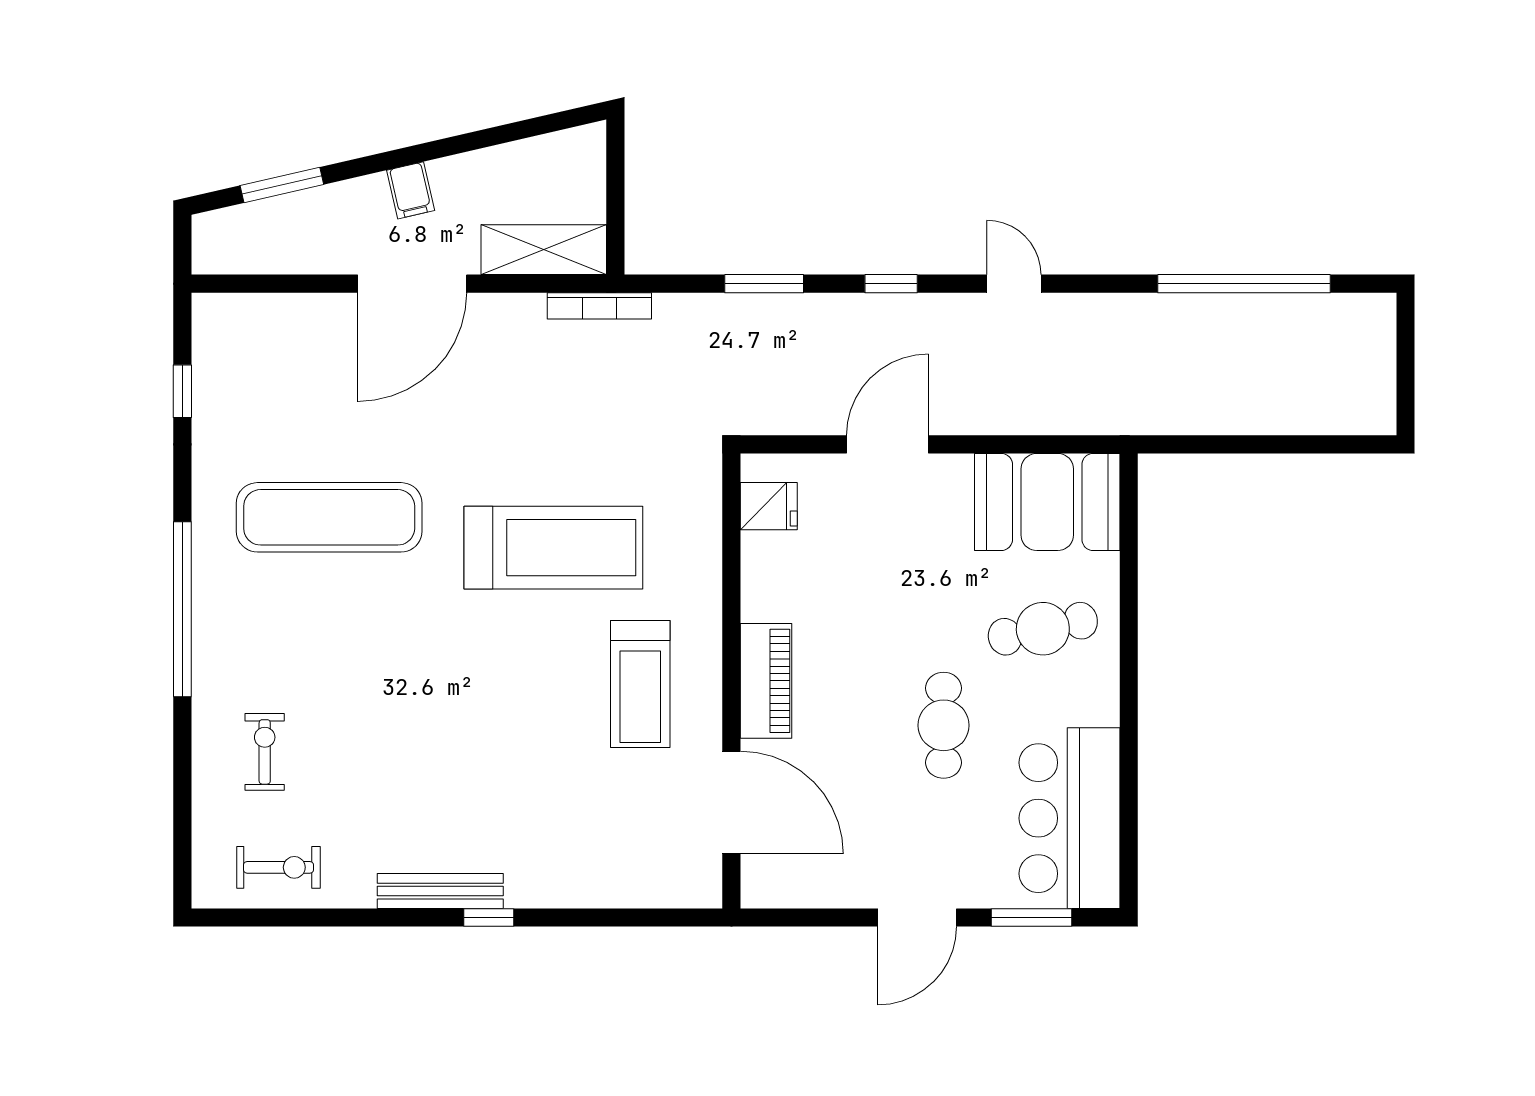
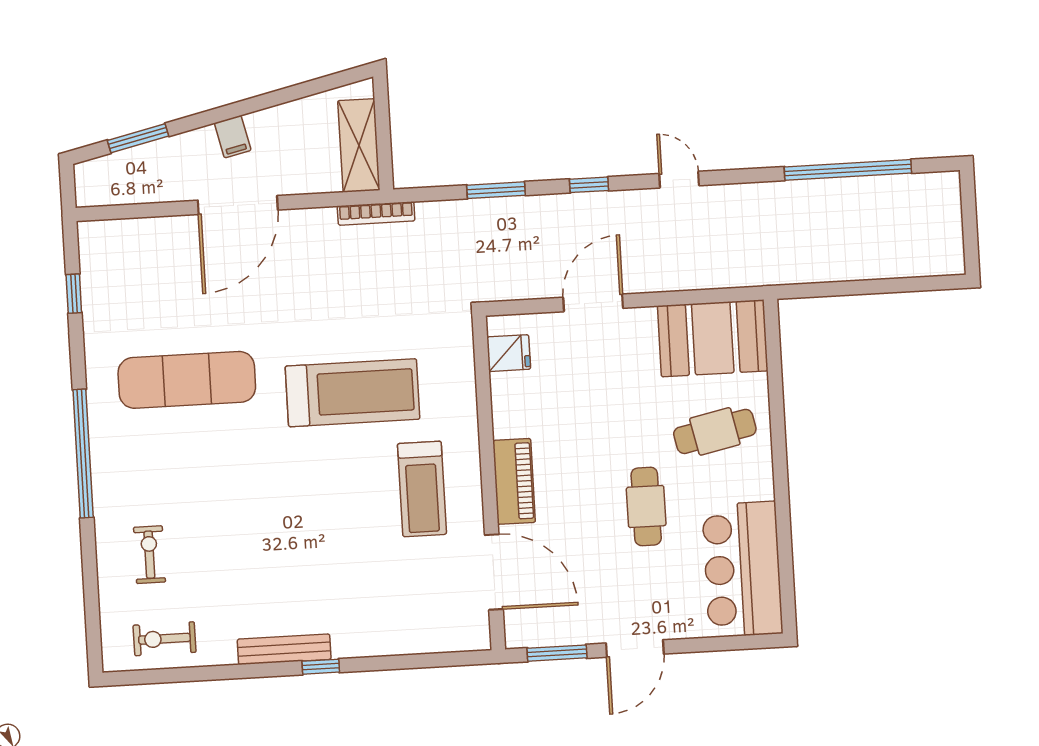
shelving: (544, 250) -> (359, 145), moved, turned 90
exercise bike: (278, 867) -> (164, 639), turned 180
window: (1032, 918) -> (557, 653), moved

